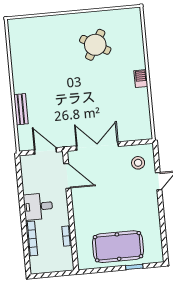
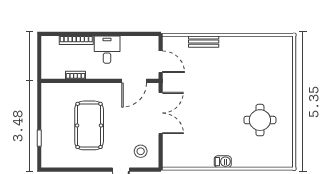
round table: (95, 45) -> (260, 120), turned -30
door: (45, 151) -> (161, 62), hinge flipped
pool table: (118, 247) -> (89, 125), moved

